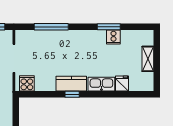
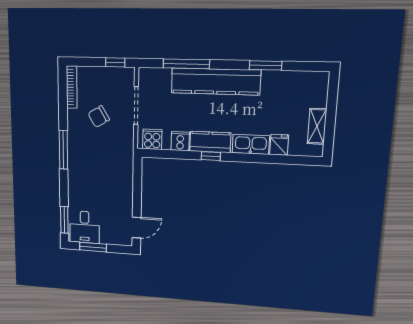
cooker: (113, 37) -> (180, 141), moved, turned 180
kitchen counter: (73, 39) -> (216, 81), added
shelving: (148, 59) -> (317, 126), moved

